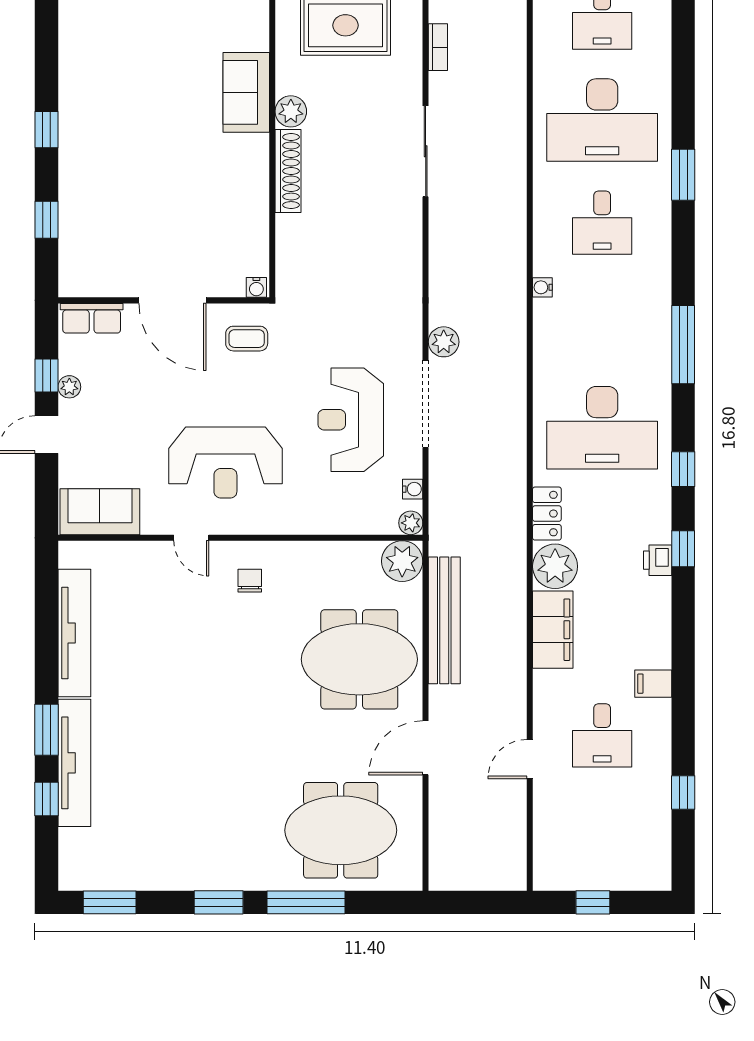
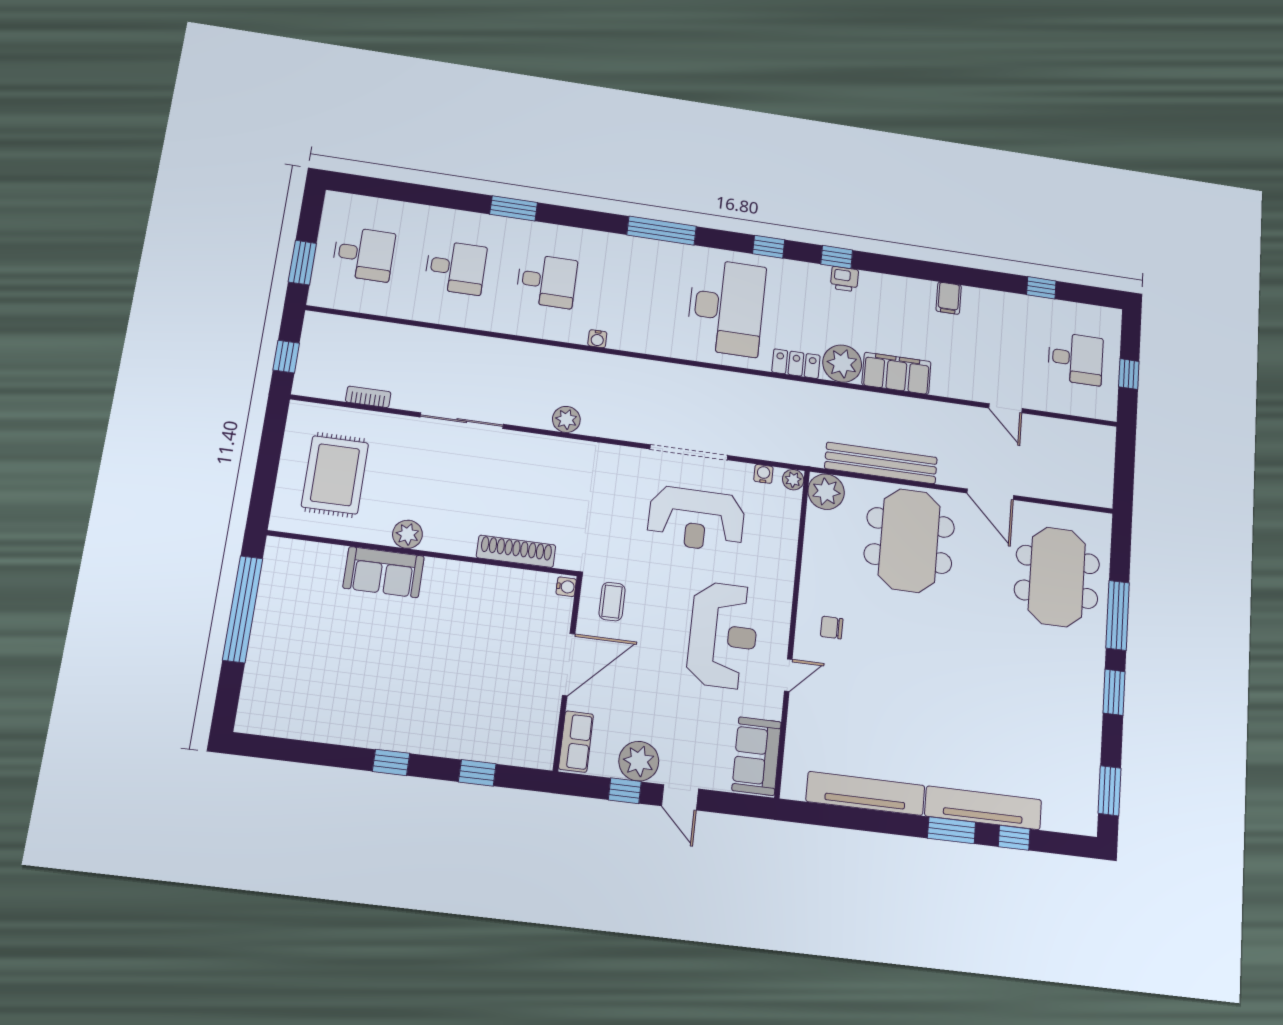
desk: (602, 120) -> (456, 267), width x0.53, depth x0.77
shoe rack: (288, 171) -> (516, 551), moved
plant: (444, 342) -> (566, 419), moved
plant: (69, 387) -> (639, 761), width x1.87, depth x1.87
desk: (602, 735) -> (1075, 359), moved

